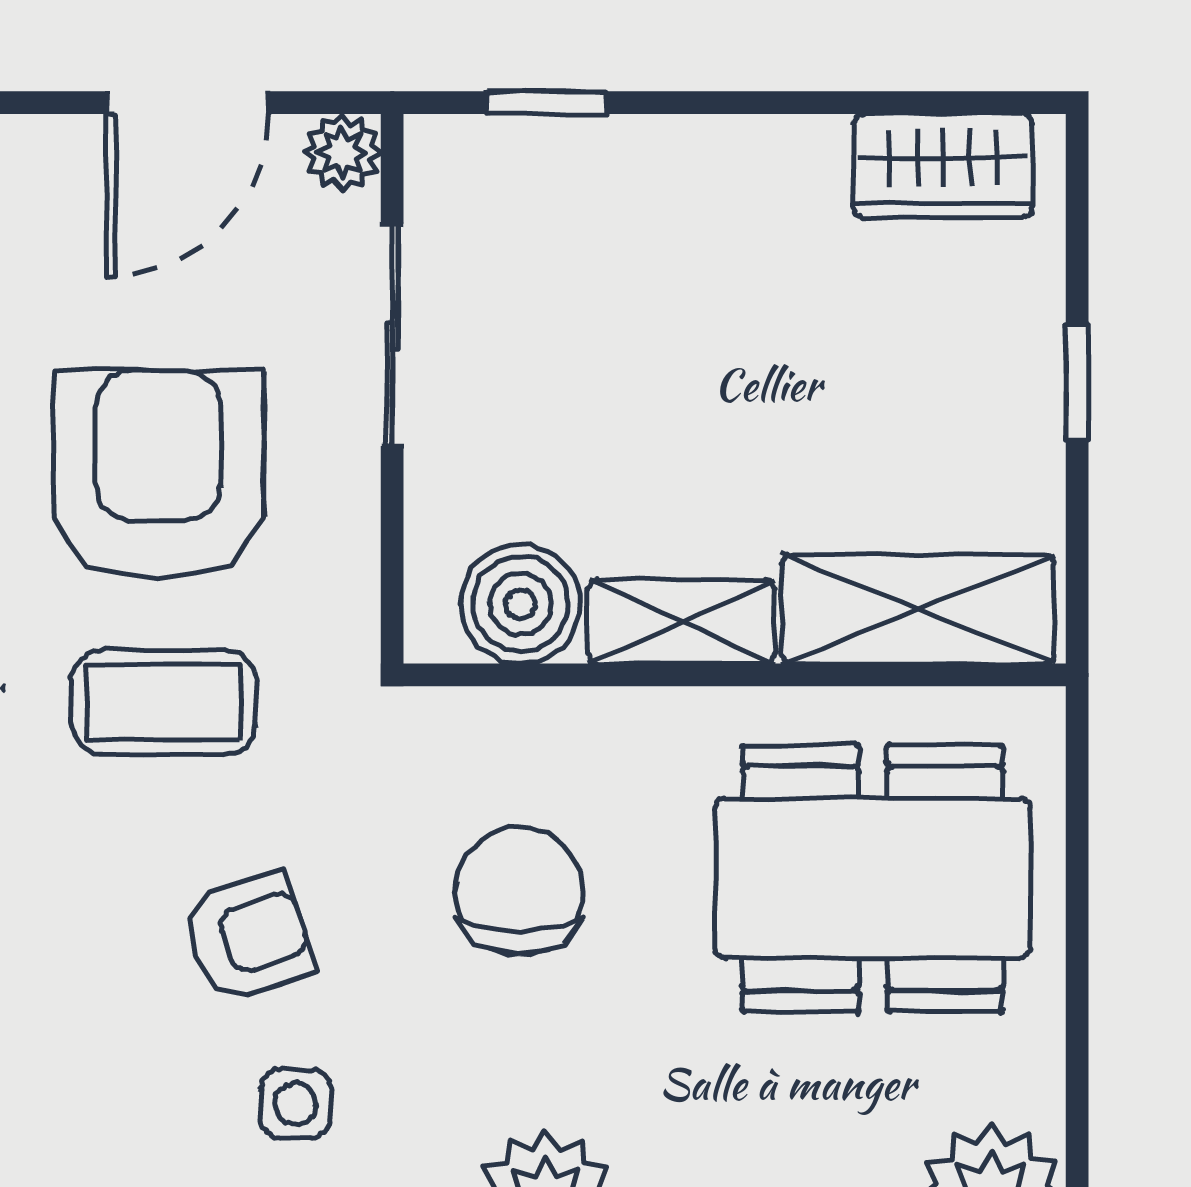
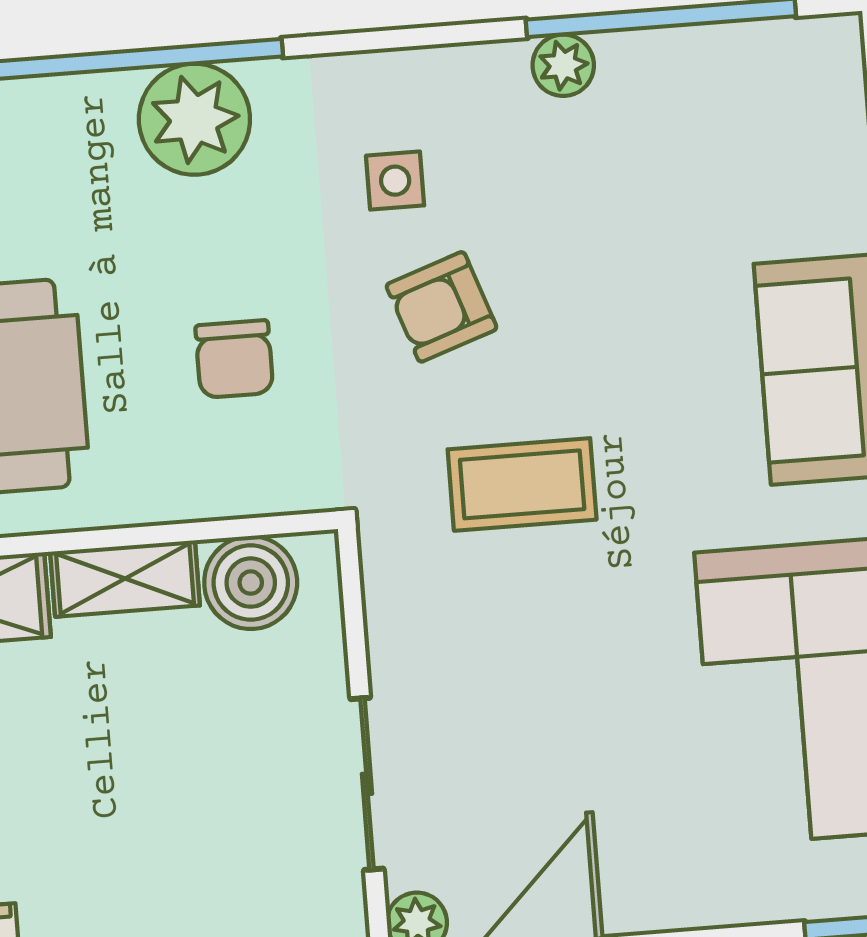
armchair: (159, 475) -> (540, 661), removed
chair: (519, 891) -> (234, 359), width x0.73, depth x0.73

